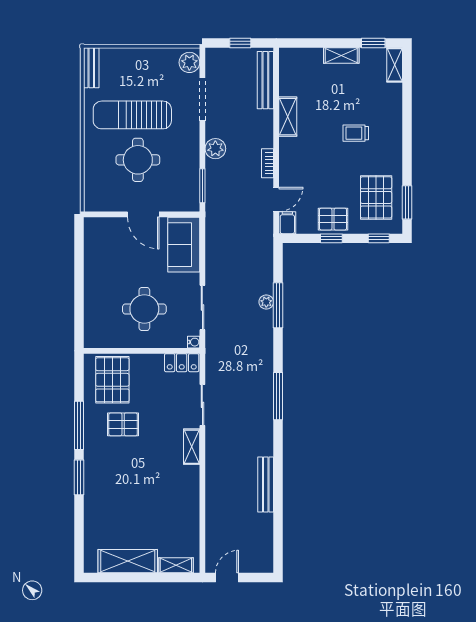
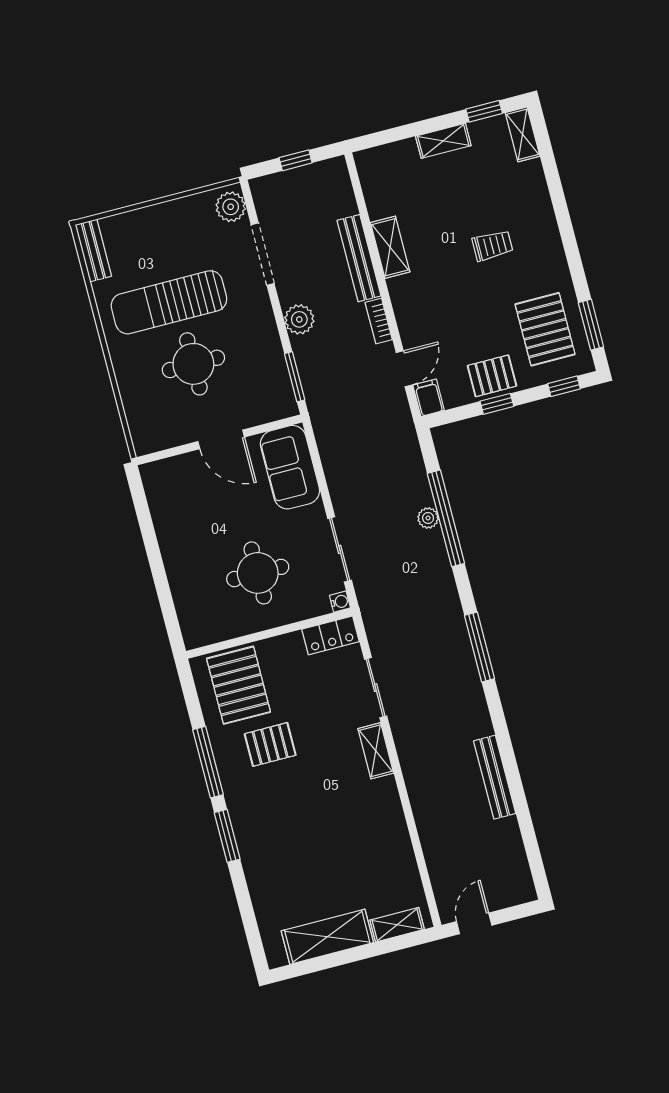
bench: (265, 80) -> (359, 258), moved
trolley: (356, 133) -> (492, 246), turned 180
window: (278, 305) -> (446, 518), width x1.46

